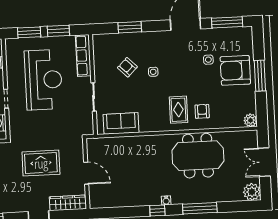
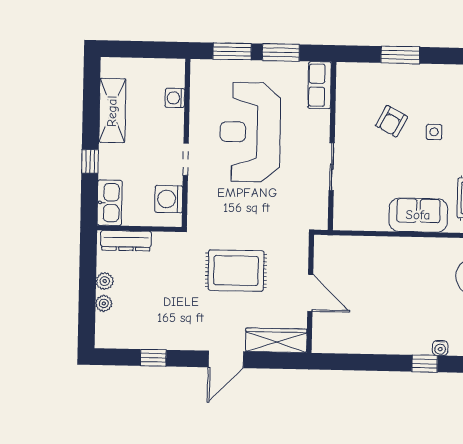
row of seats: (83, 56) -> (320, 85), width x0.68
armchair: (127, 67) -> (392, 121), turned -107
reception desk: (43, 80) -> (250, 132), turned 180
sofa: (121, 123) -> (418, 215), moved

